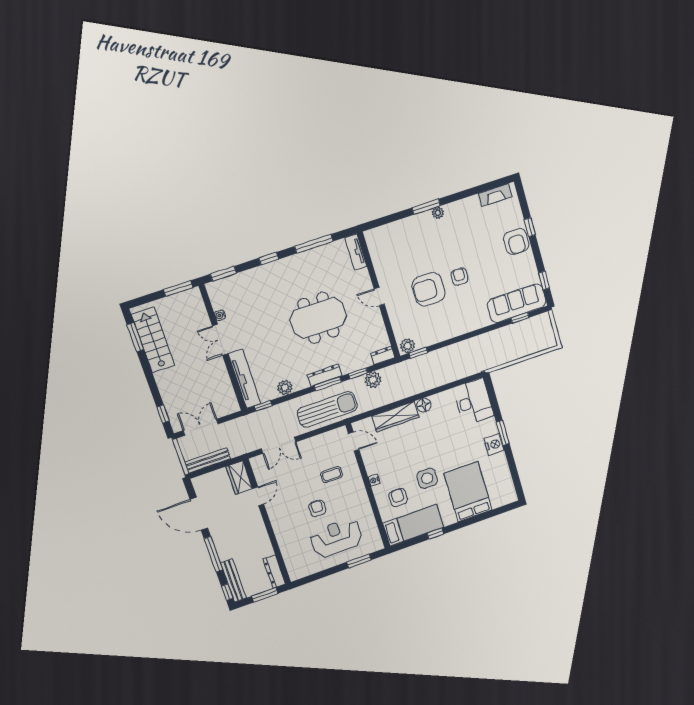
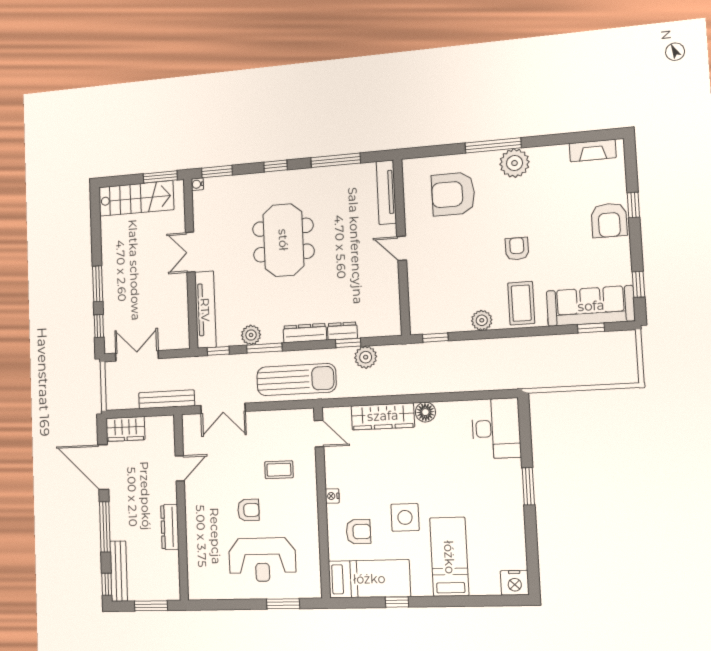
window: (426, 207) -> (493, 145), width x1.44
plant: (438, 213) -> (514, 163), width x1.88, depth x1.88
tv unit: (356, 252) -> (386, 192), width x1.41
armchair: (429, 289) -> (453, 194), moved
coffee table: (471, 313) -> (521, 303), added
water cooler: (220, 315) -> (197, 184), moved
meeting table: (318, 318) -> (283, 240), moved, turned 90
window: (135, 337) -> (98, 284), moved
stairs: (153, 340) -> (136, 198), moved, turned 90
plant: (408, 346) -> (482, 320), moved
dresser: (383, 356) -> (342, 331), moved
window: (328, 384) -> (264, 348), moved
nightstand: (494, 444) -> (515, 583), moved, turned 90
bench: (207, 461) -> (167, 399), moved
wardrobe: (239, 478) -> (125, 429), moved, turned -90
bed: (468, 492) -> (449, 557), width x0.67
armchair: (398, 498) -> (358, 532), turned 90
armchair: (317, 508) -> (248, 510), turned 90
reception desk: (336, 538) -> (262, 560), turned 180
dresser: (274, 571) -> (170, 527), moved

